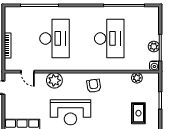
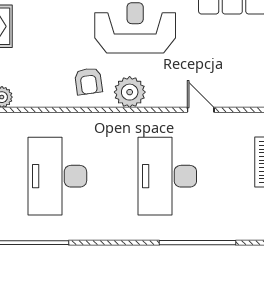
door: (28, 72) -> (201, 110), moved
plant: (54, 80) -> (130, 92), moved

